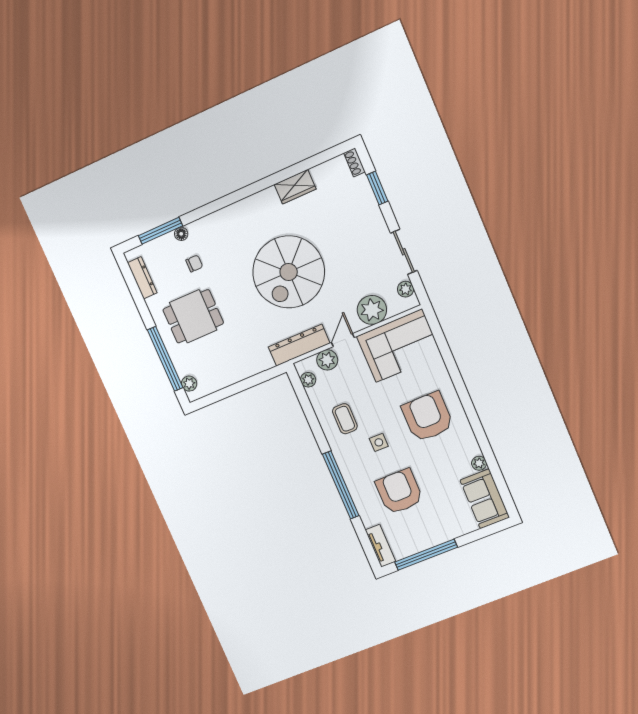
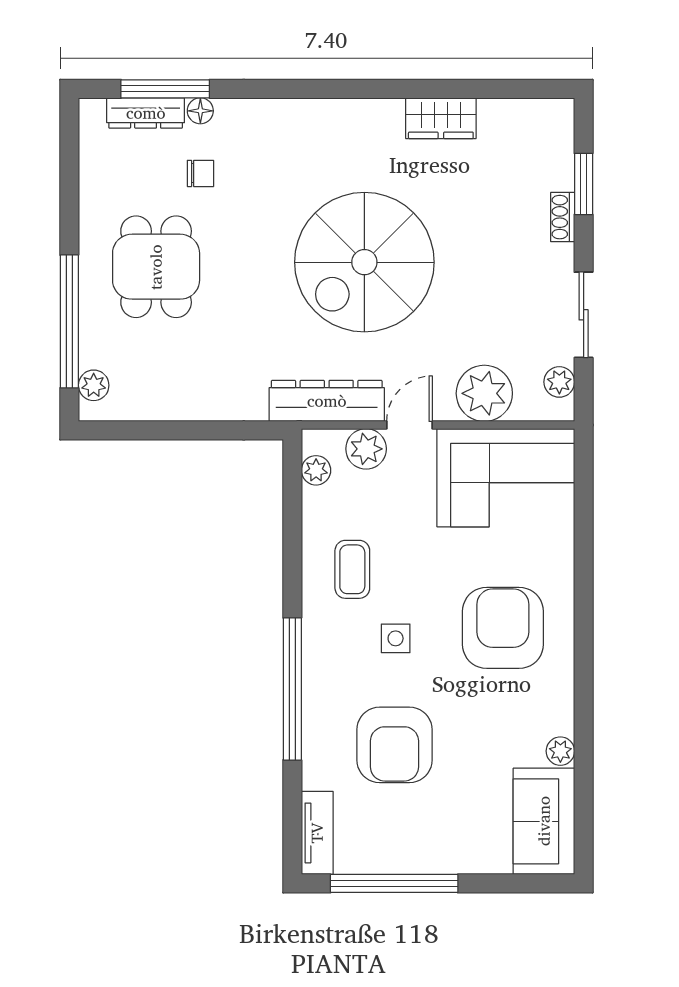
shoe rack: (354, 162) -> (563, 217), moved
dresser: (142, 278) -> (146, 113), moved, turned 90
dining table: (193, 316) -> (156, 267), turned 90
armchair: (399, 492) -> (394, 745), turned 180

